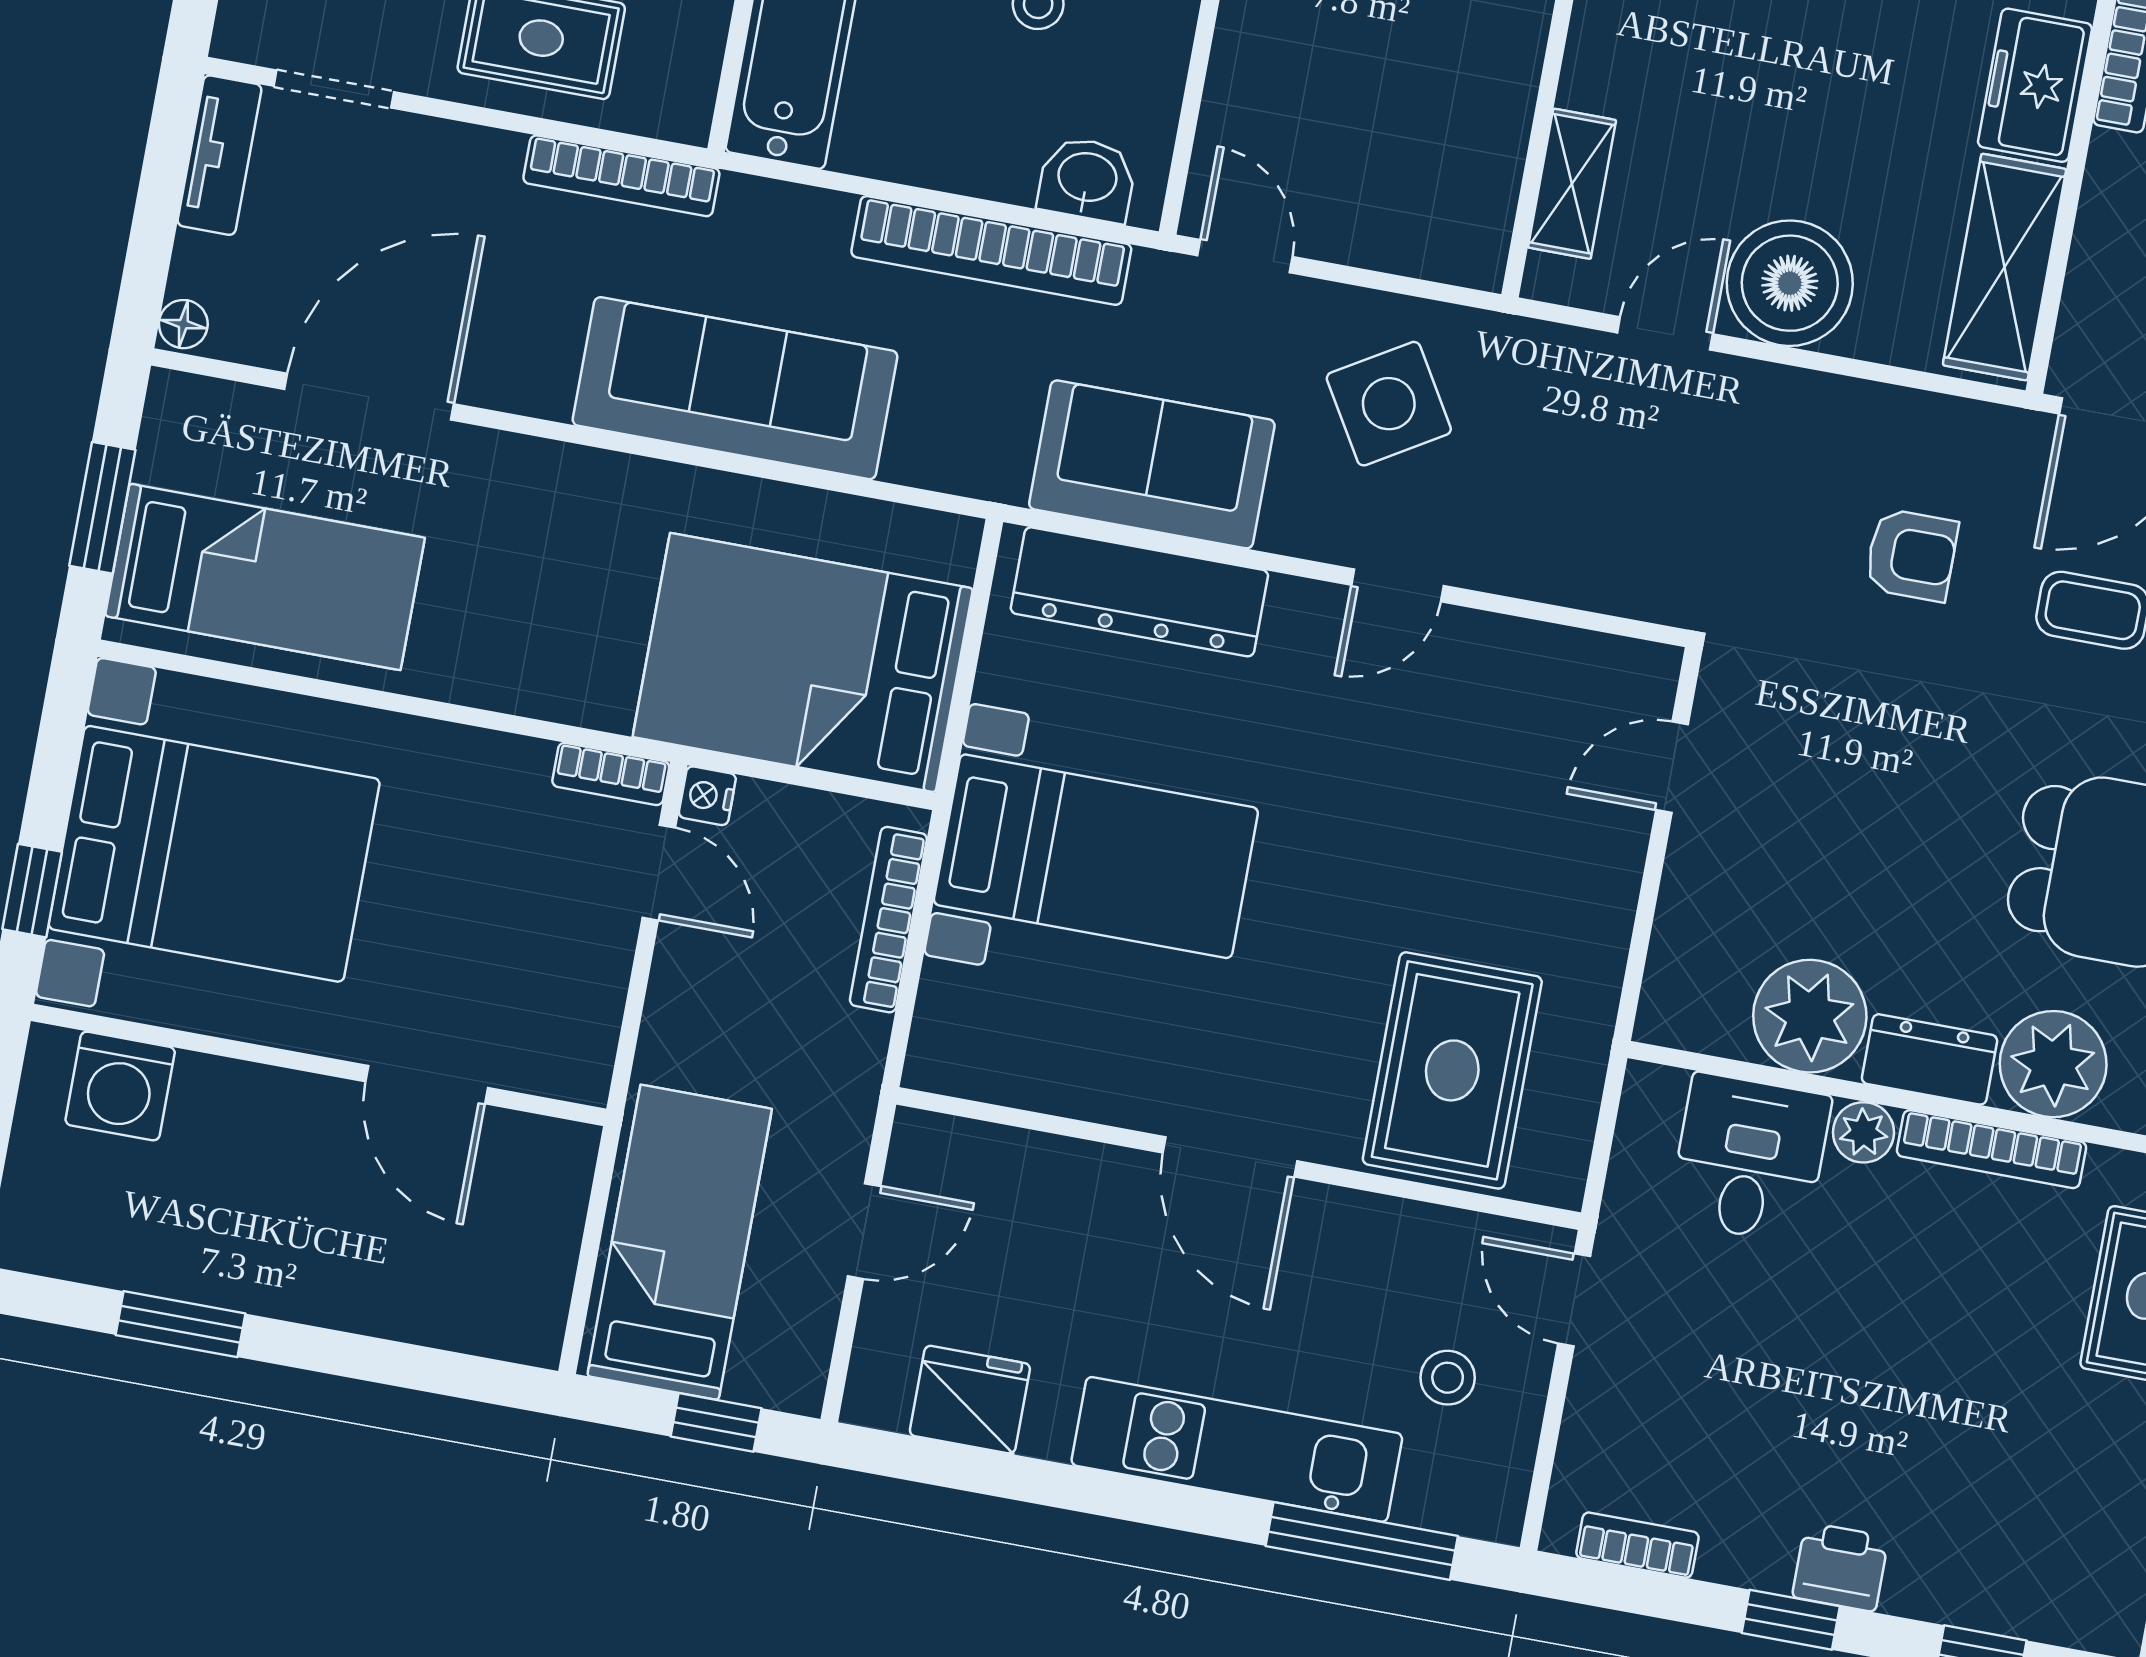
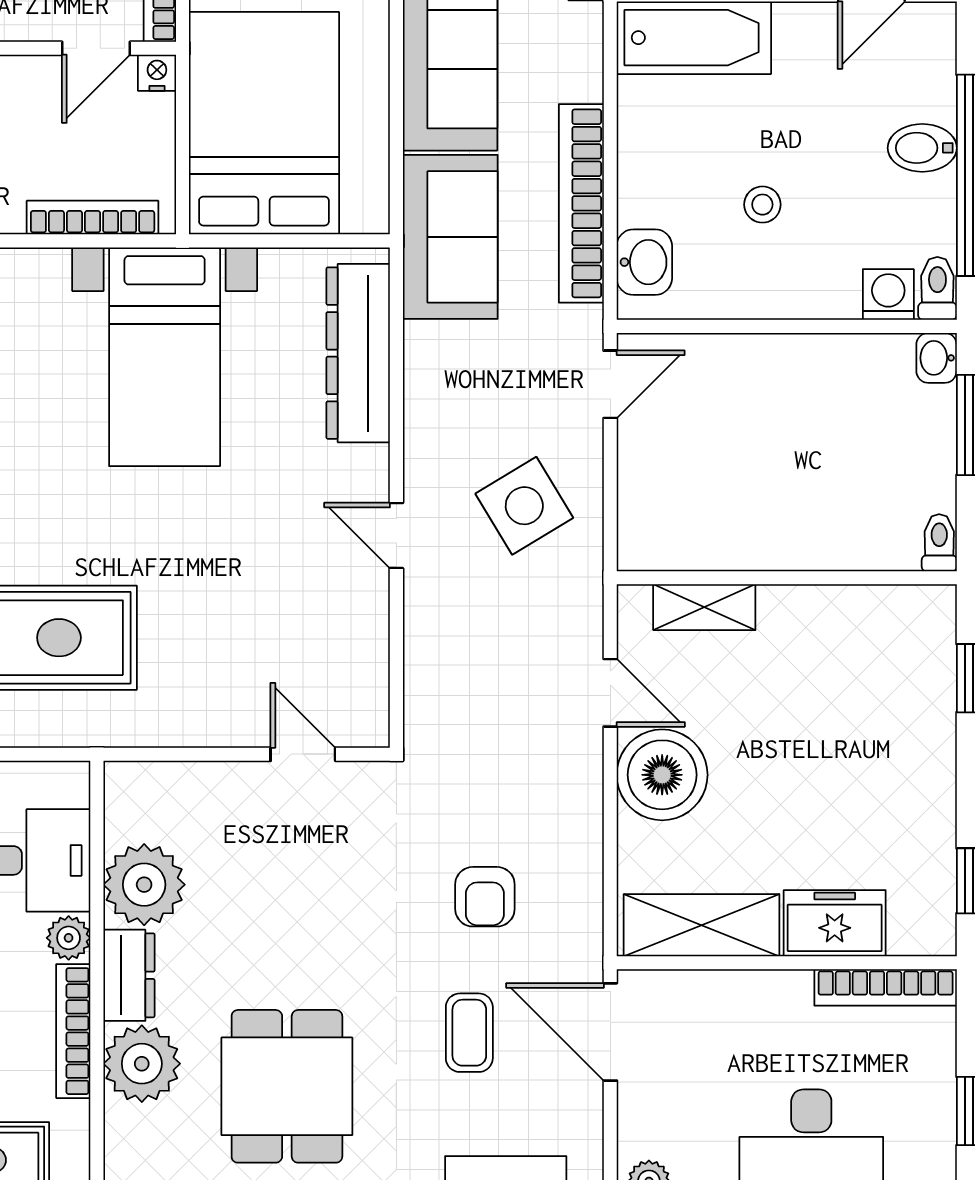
sofa: (1152, 464) -> (450, 237), moved

